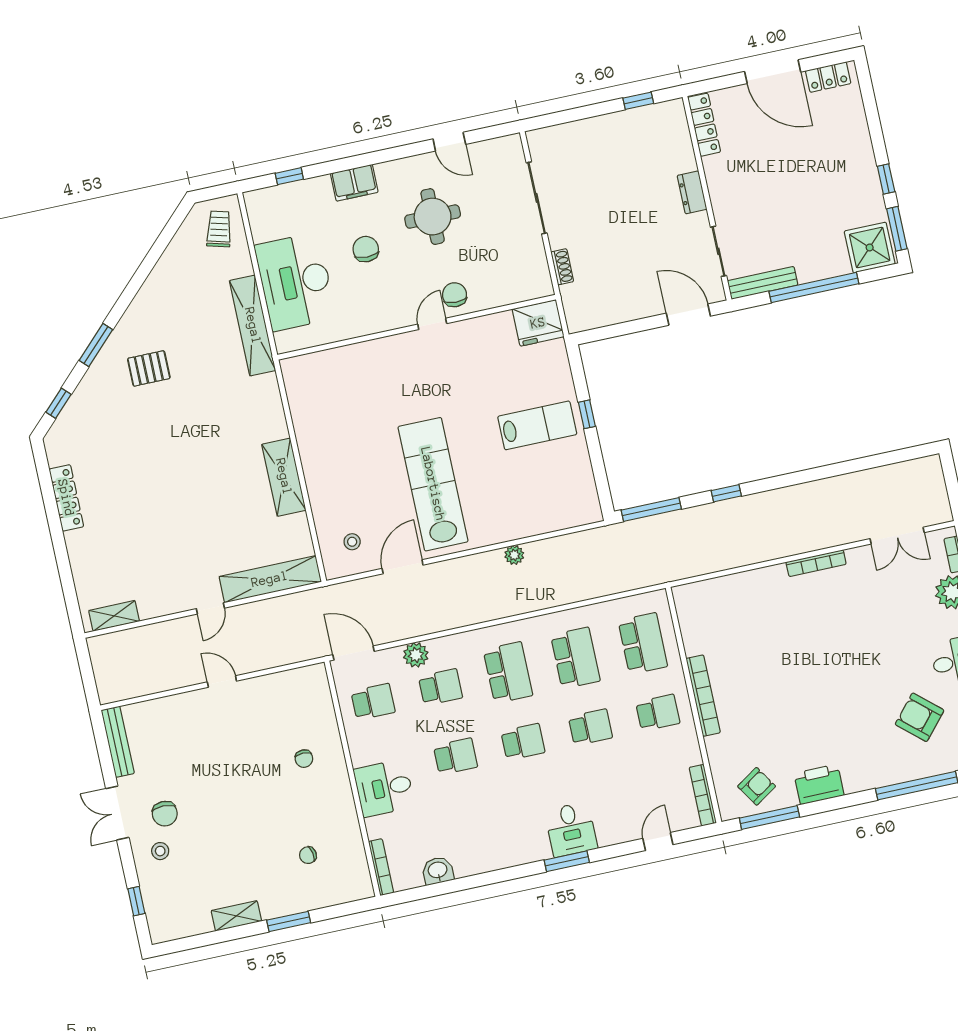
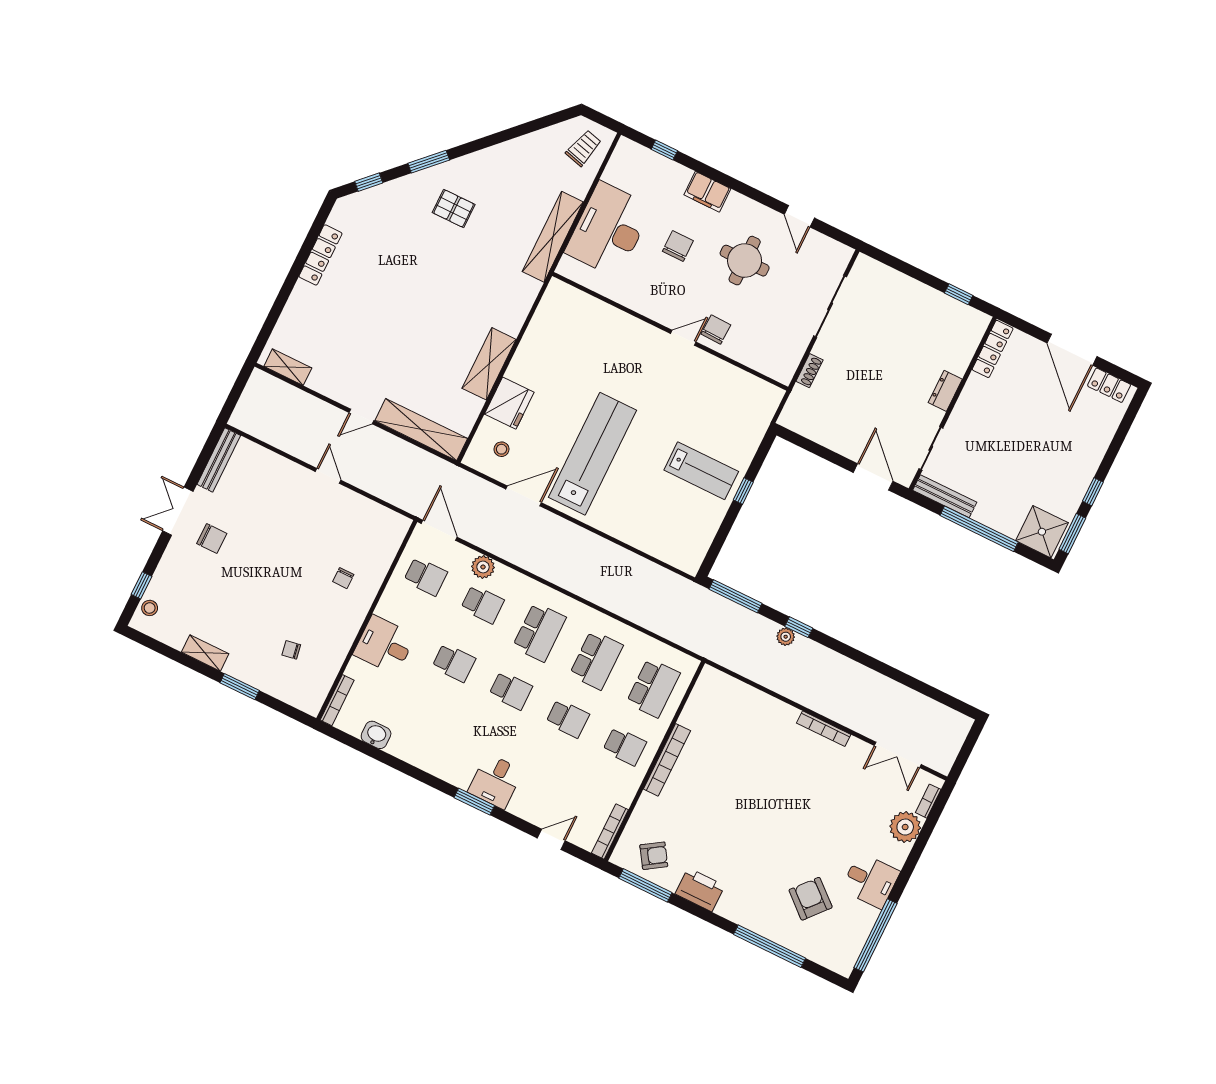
fridge: (538, 323) -> (509, 403), moved, turned -90
plant: (514, 555) -> (786, 637), moved
chair: (165, 814) -> (212, 539), turned -90
stool: (160, 851) -> (150, 608), moved

